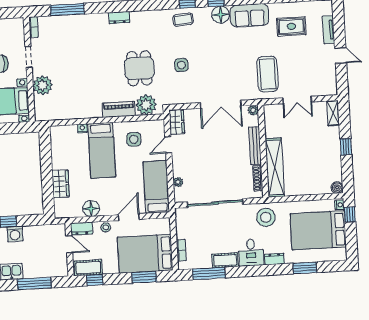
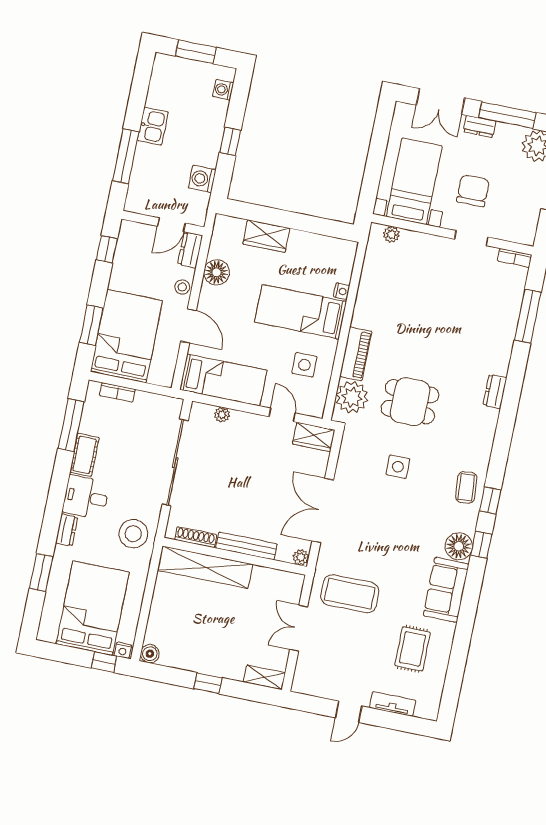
plant: (43, 85) -> (391, 234), moved, width x0.53, depth x0.53
washing machine: (15, 234) -> (202, 179), moved
cot: (88, 268) -> (128, 244), removed

